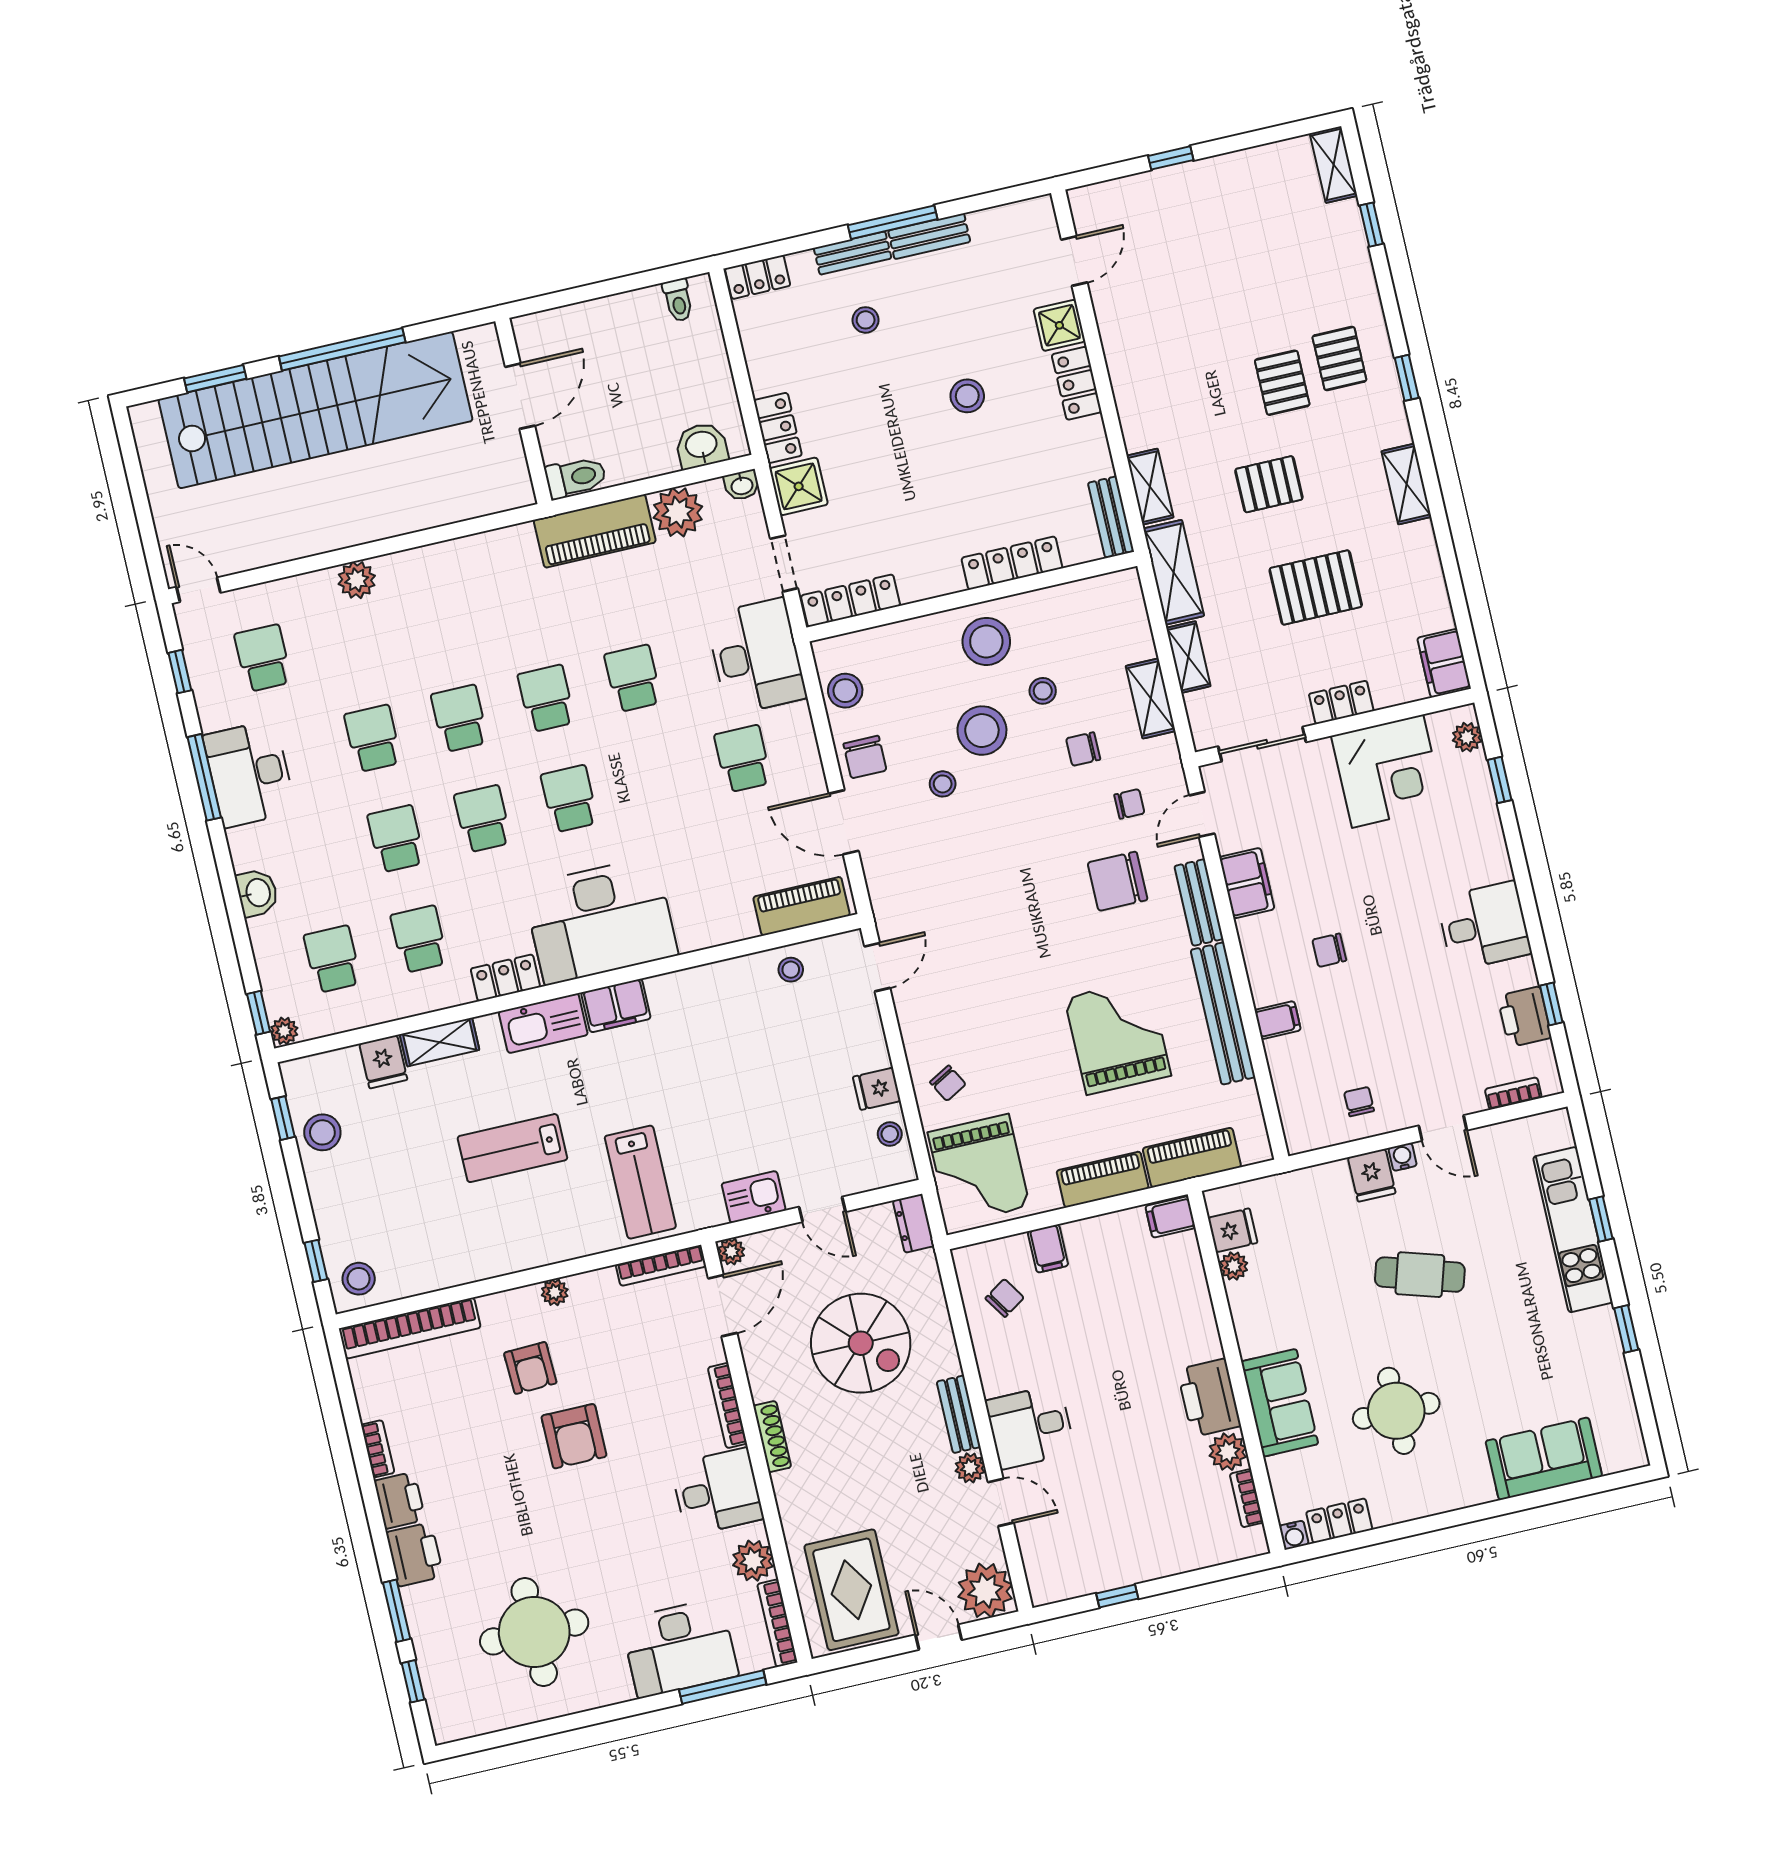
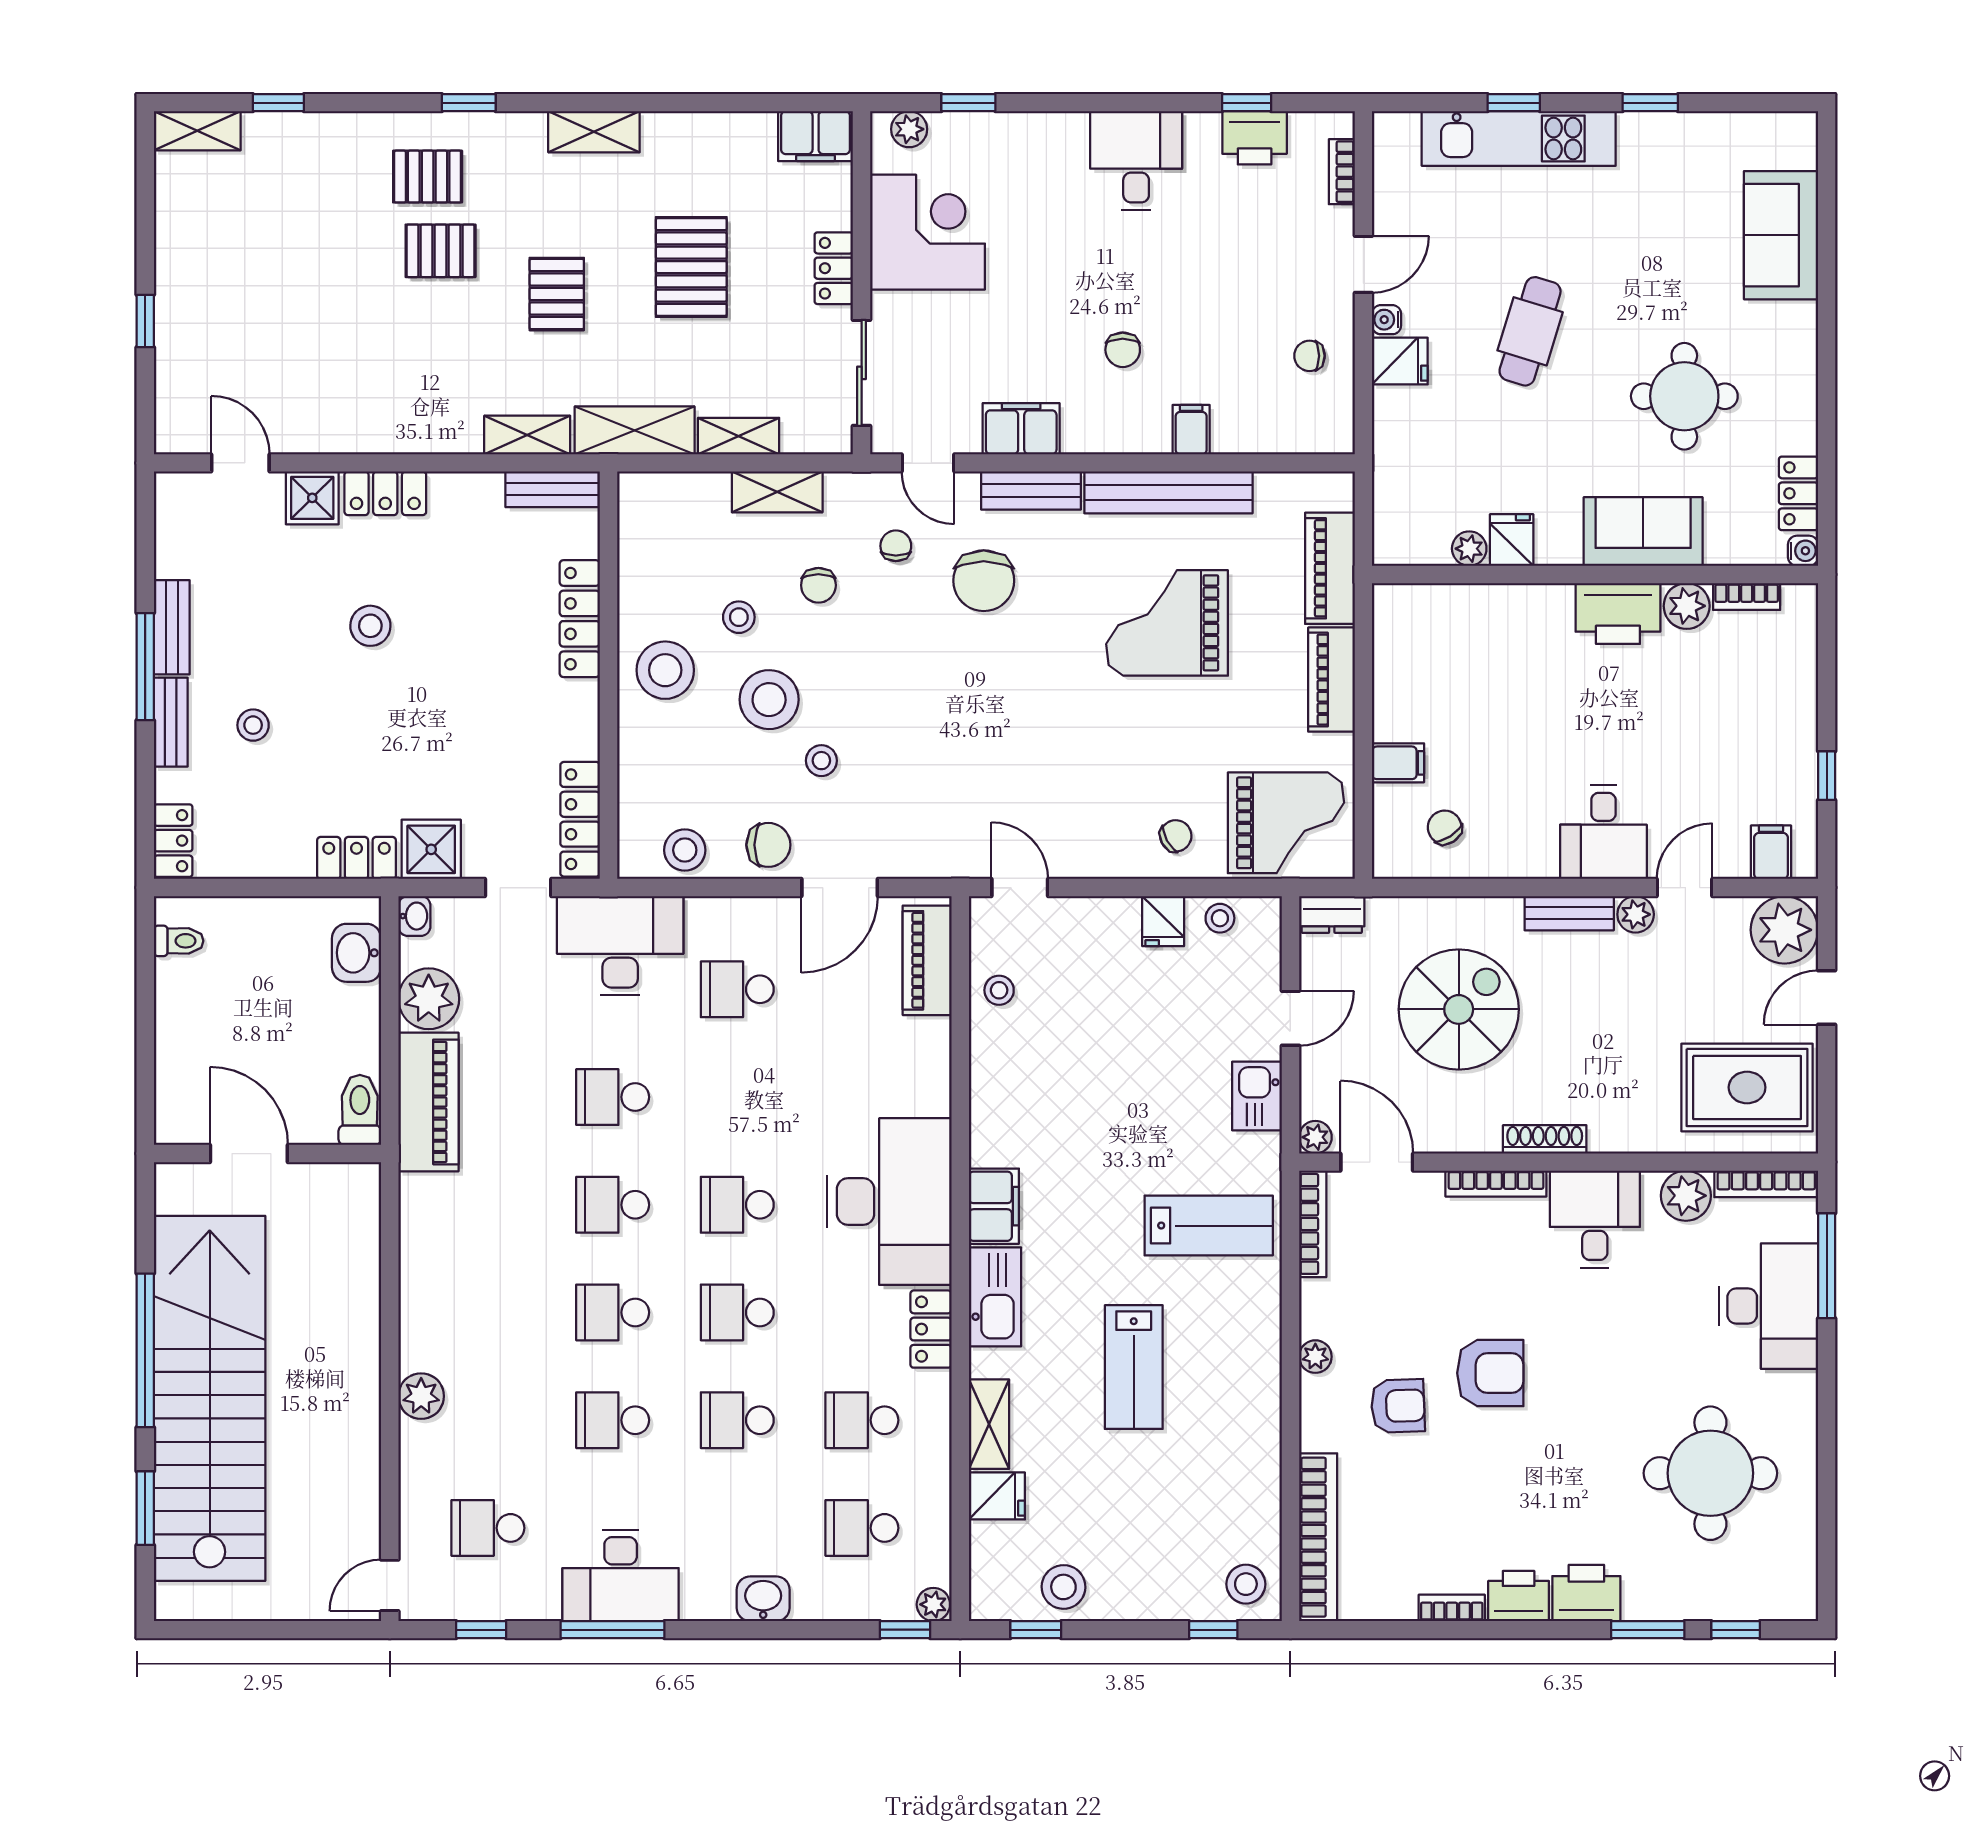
filing cabinet: (1170, 1217) -> (1771, 852), moved, turned 180
fridge: (1233, 1230) -> (1512, 540), moved

